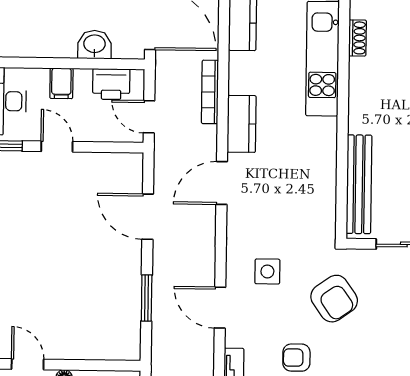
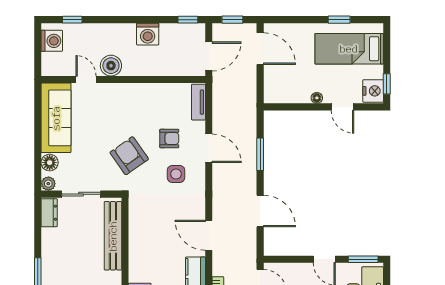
door: (222, 183) -> (209, 235), swing flipped
armchair: (296, 358) -> (169, 139), moved

